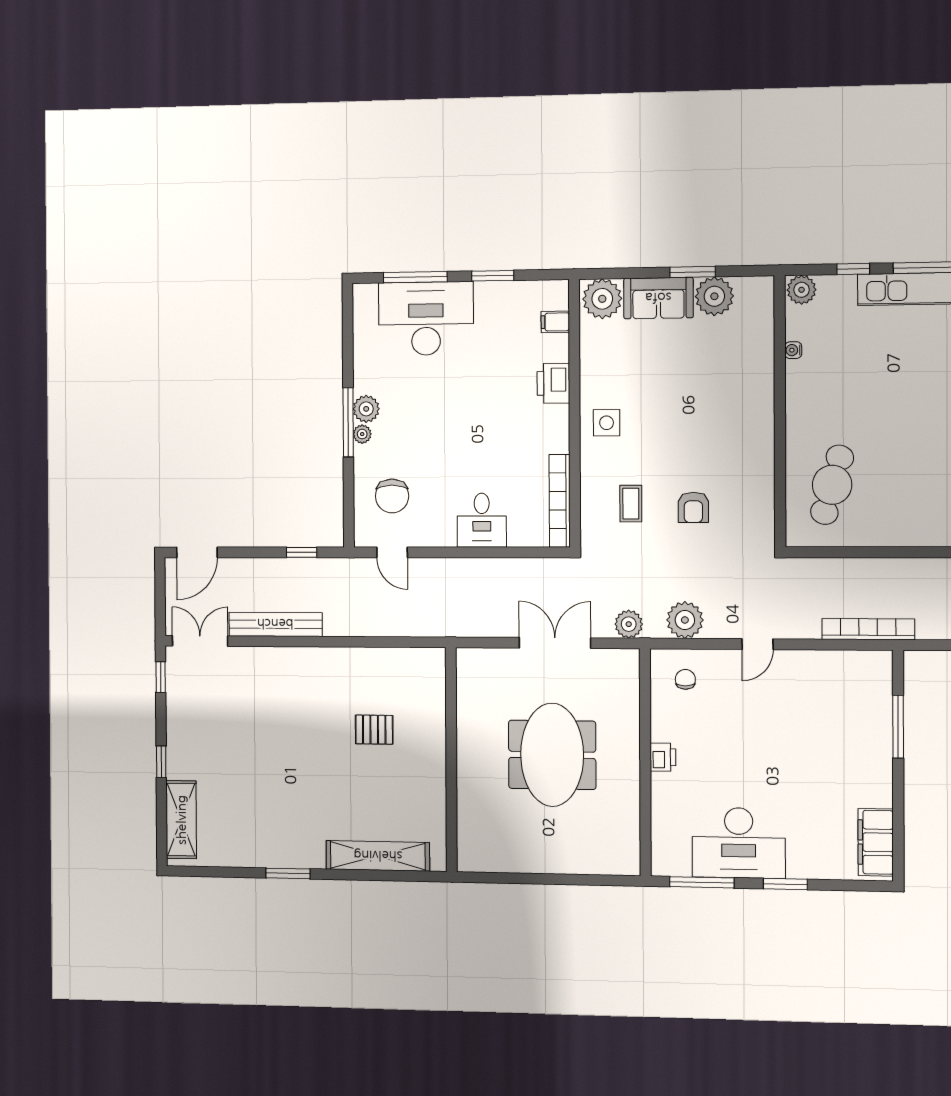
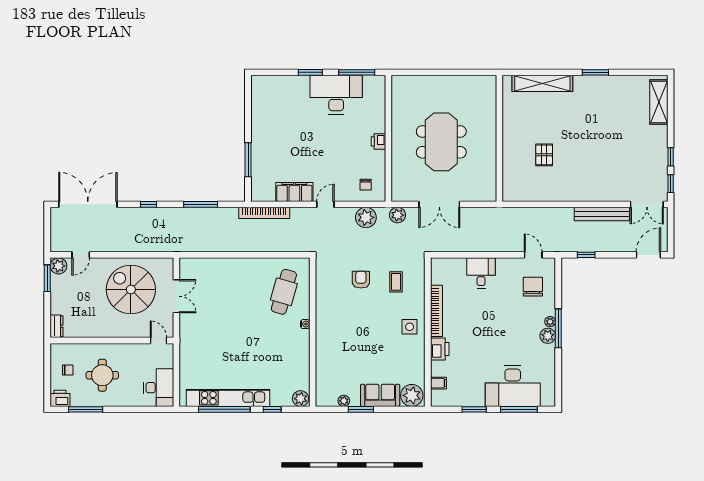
plant: (714, 296) -> (344, 401), width x0.53, depth x0.53
water cooler: (793, 350) -> (305, 324), moved
bookcase: (560, 501) -> (436, 311), moved
pallet: (374, 730) -> (544, 155), turned 90
window: (161, 762) -> (671, 157), moved
filing cabinet: (876, 842) -> (294, 192), moved, turned -90

